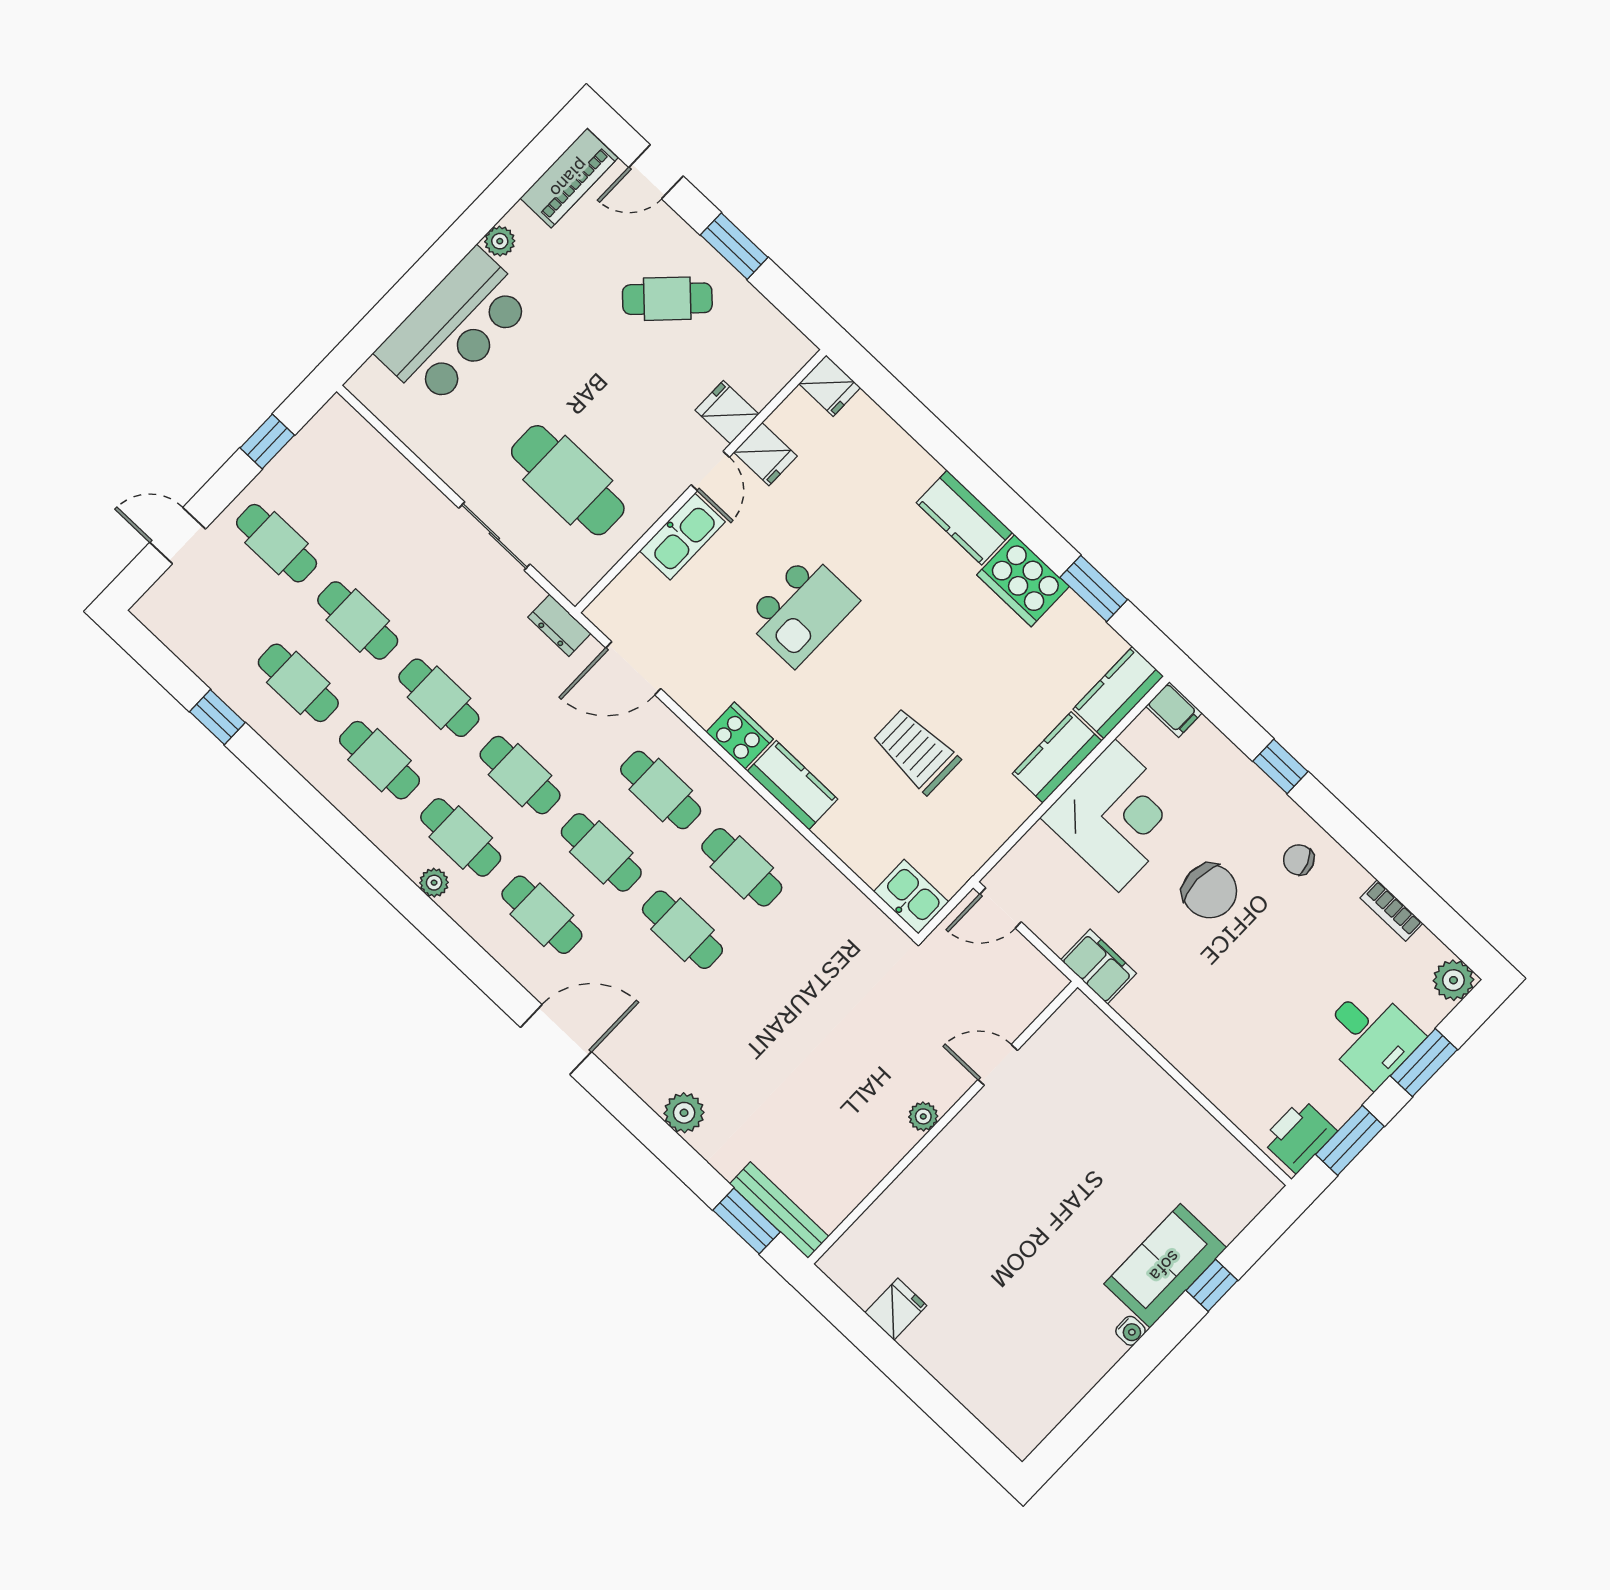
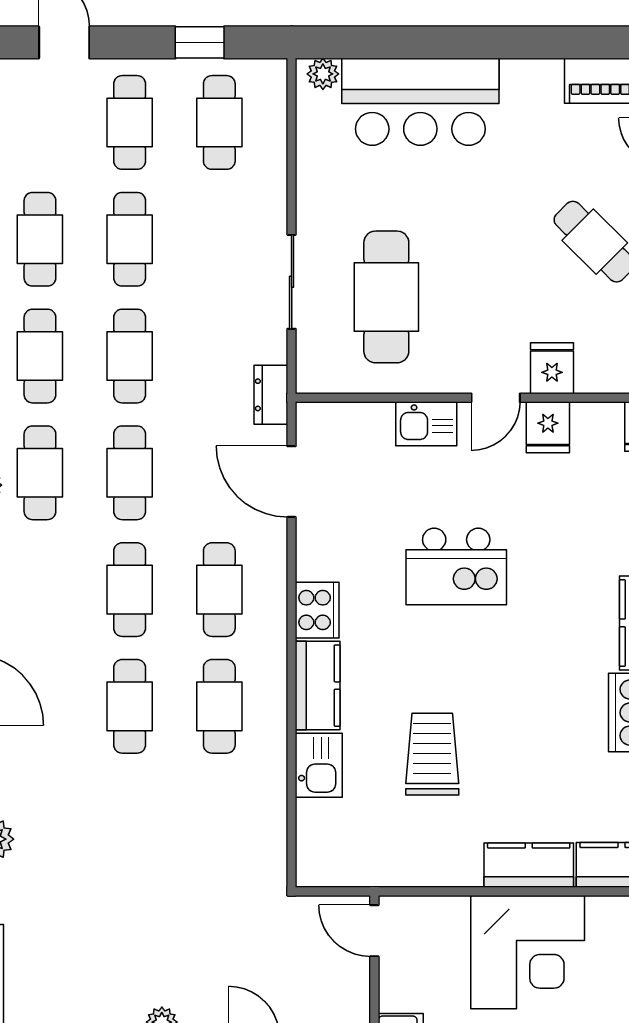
plant: (500, 241) -> (323, 74), moved
kitchen sink: (682, 536) -> (426, 424), width x0.73
kitchen sink: (911, 897) -> (319, 765), moved
cafe table: (542, 915) -> (219, 122), moved

